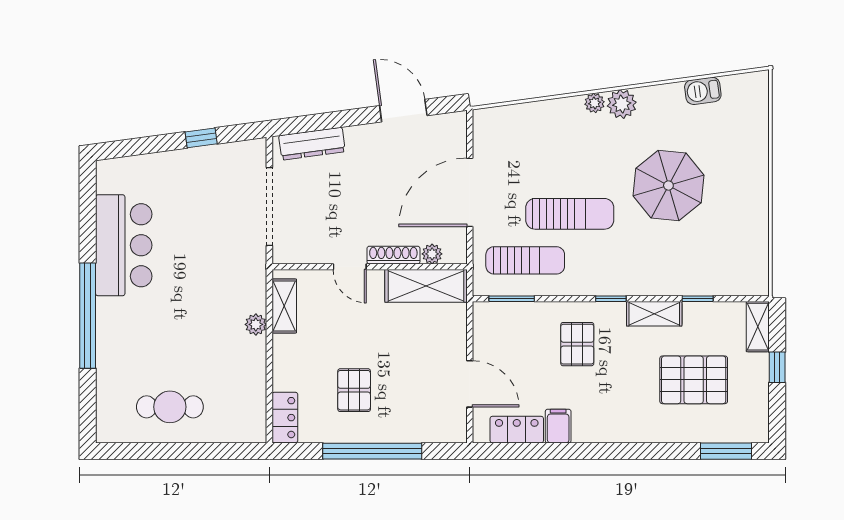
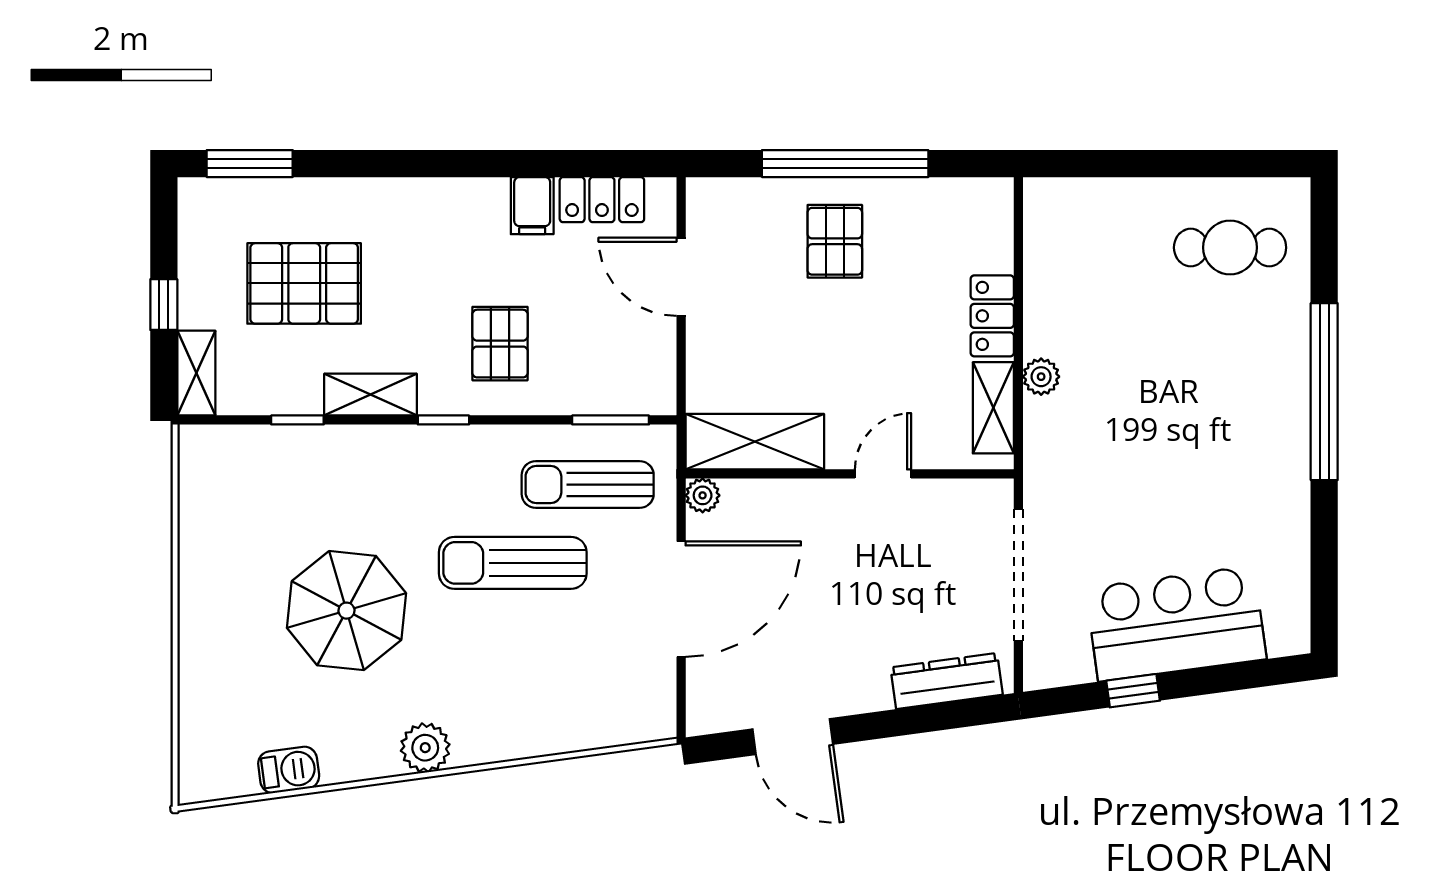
plant: (595, 103) -> (471, 749), removed
bar counter: (124, 245) -> (1176, 624), moved, turned 82
plant: (432, 254) -> (703, 495), moved
shoe rack: (393, 255) -> (809, 493), removed
door: (350, 267) -> (883, 474), hinge flipped
pallet: (354, 390) -> (835, 241), moved
cafe table: (170, 407) -> (1230, 248), moved
locker: (285, 418) -> (992, 316), moved

